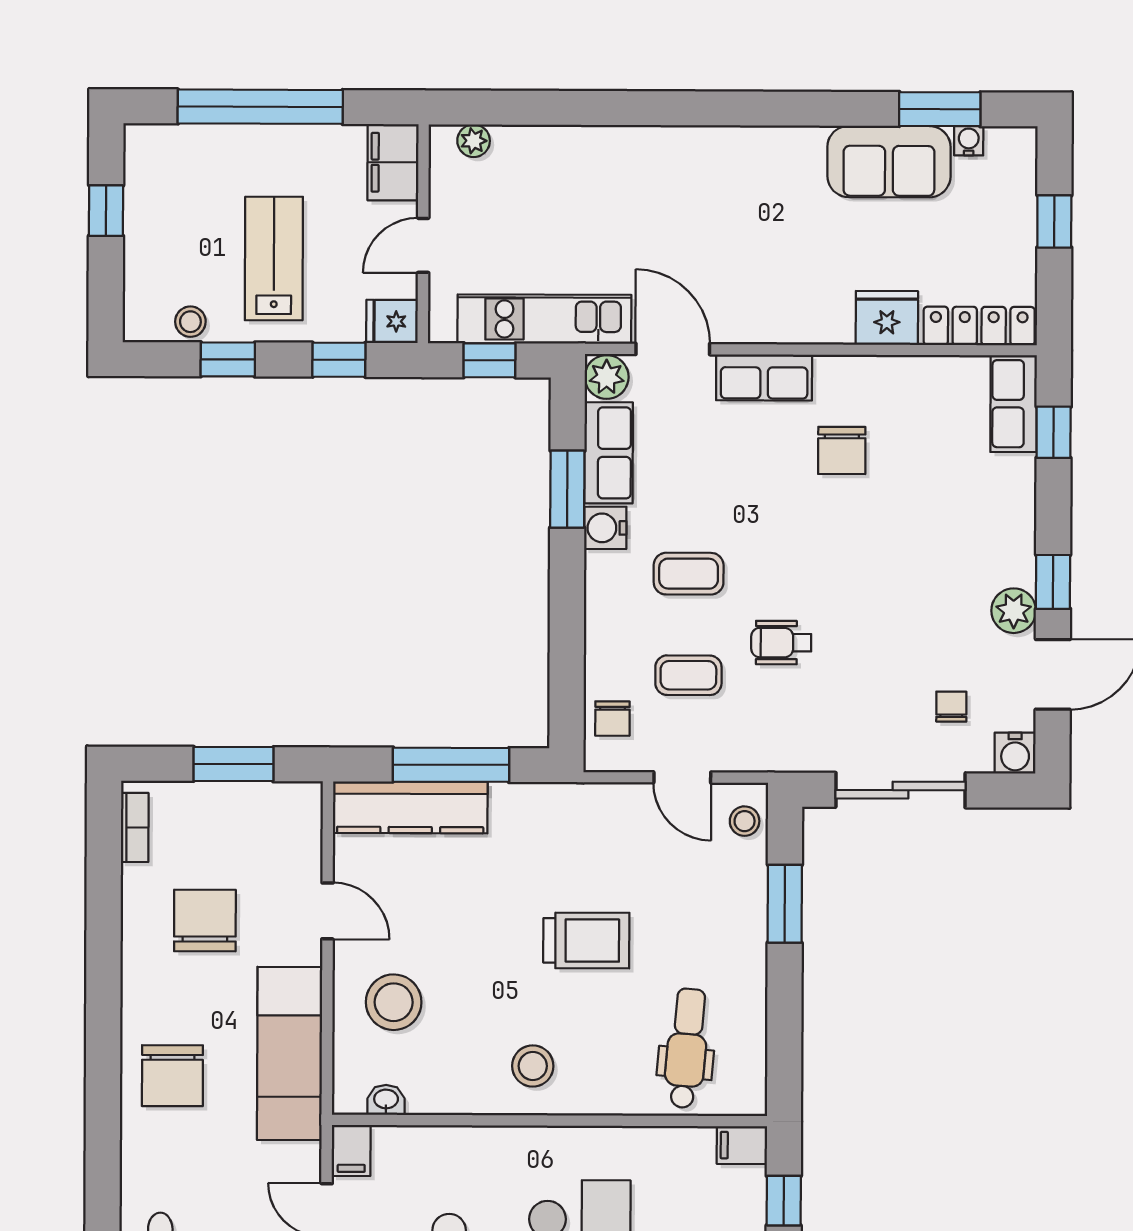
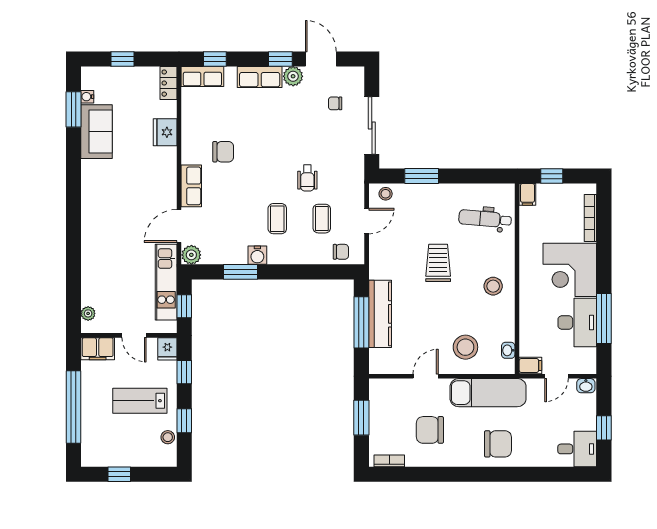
locker: (979, 326) -> (168, 83), width x0.66
row of seats: (609, 453) -> (260, 77), moved, turned 180
water cooler: (1015, 753) -> (355, 75), removed
kitchen counter: (410, 807) -> (380, 314), moved

